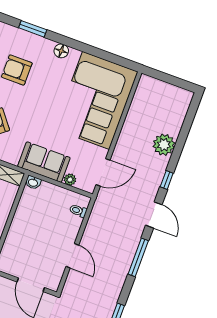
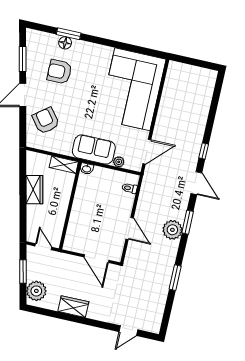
floor lamp: (61, 51) -> (65, 43), moved
plant: (164, 145) -> (172, 230), moved
window: (138, 257) -> (188, 222), width x0.69

